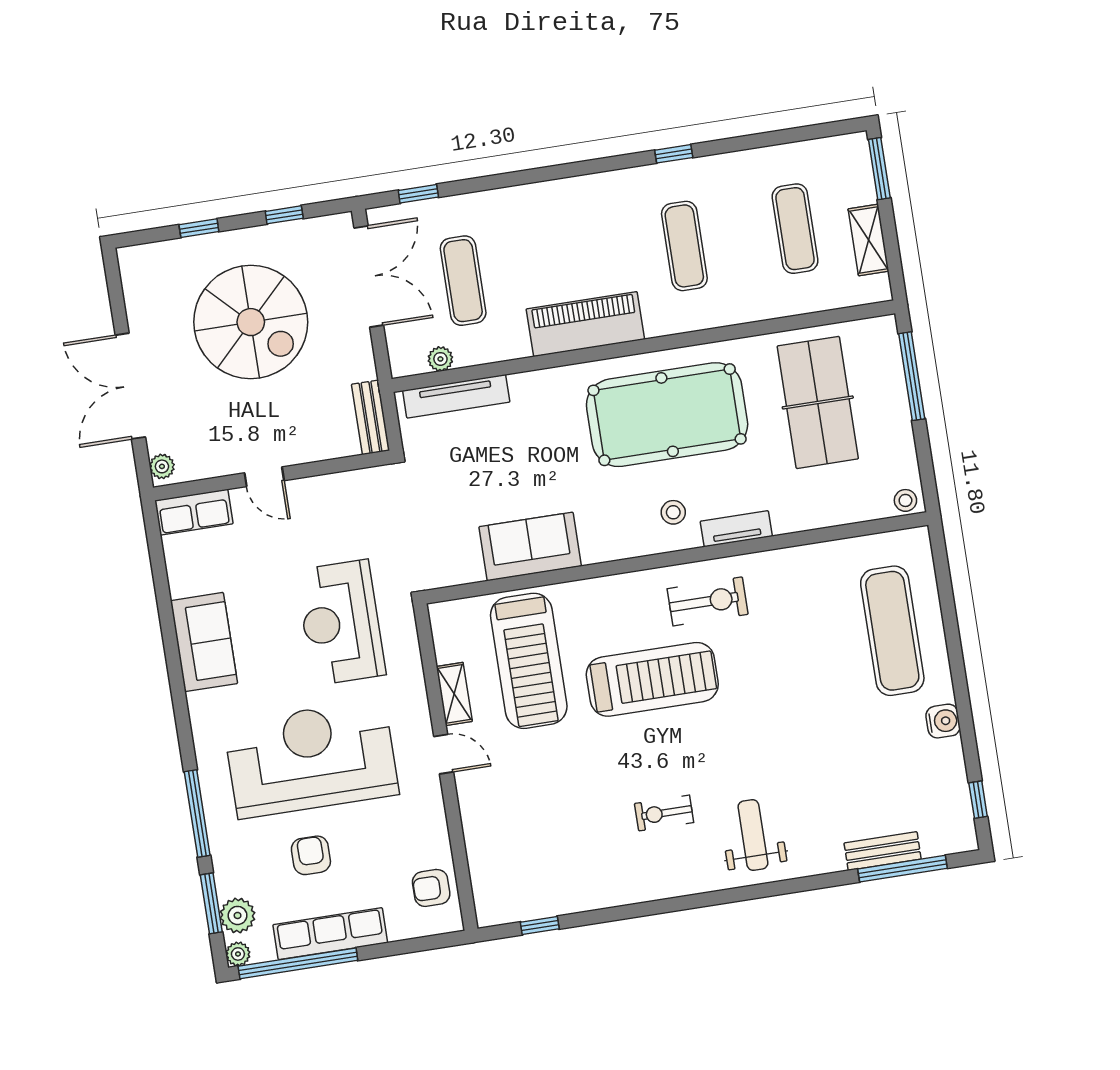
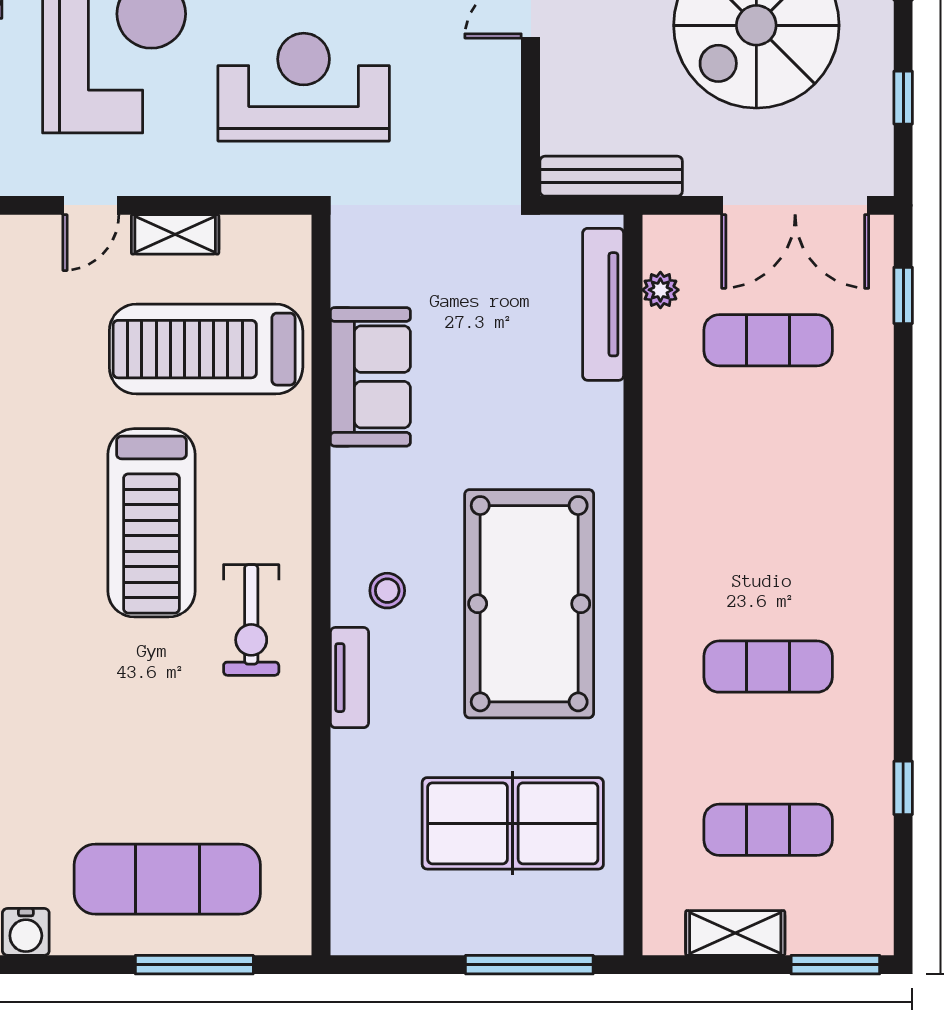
window: (674, 154) -> (903, 788), moved
piano: (585, 324) -> (678, 506), removed
bench: (370, 417) -> (611, 176), width x1.36
stool: (905, 500) -> (352, 927), removed
window: (947, 603) -> (194, 965), added

